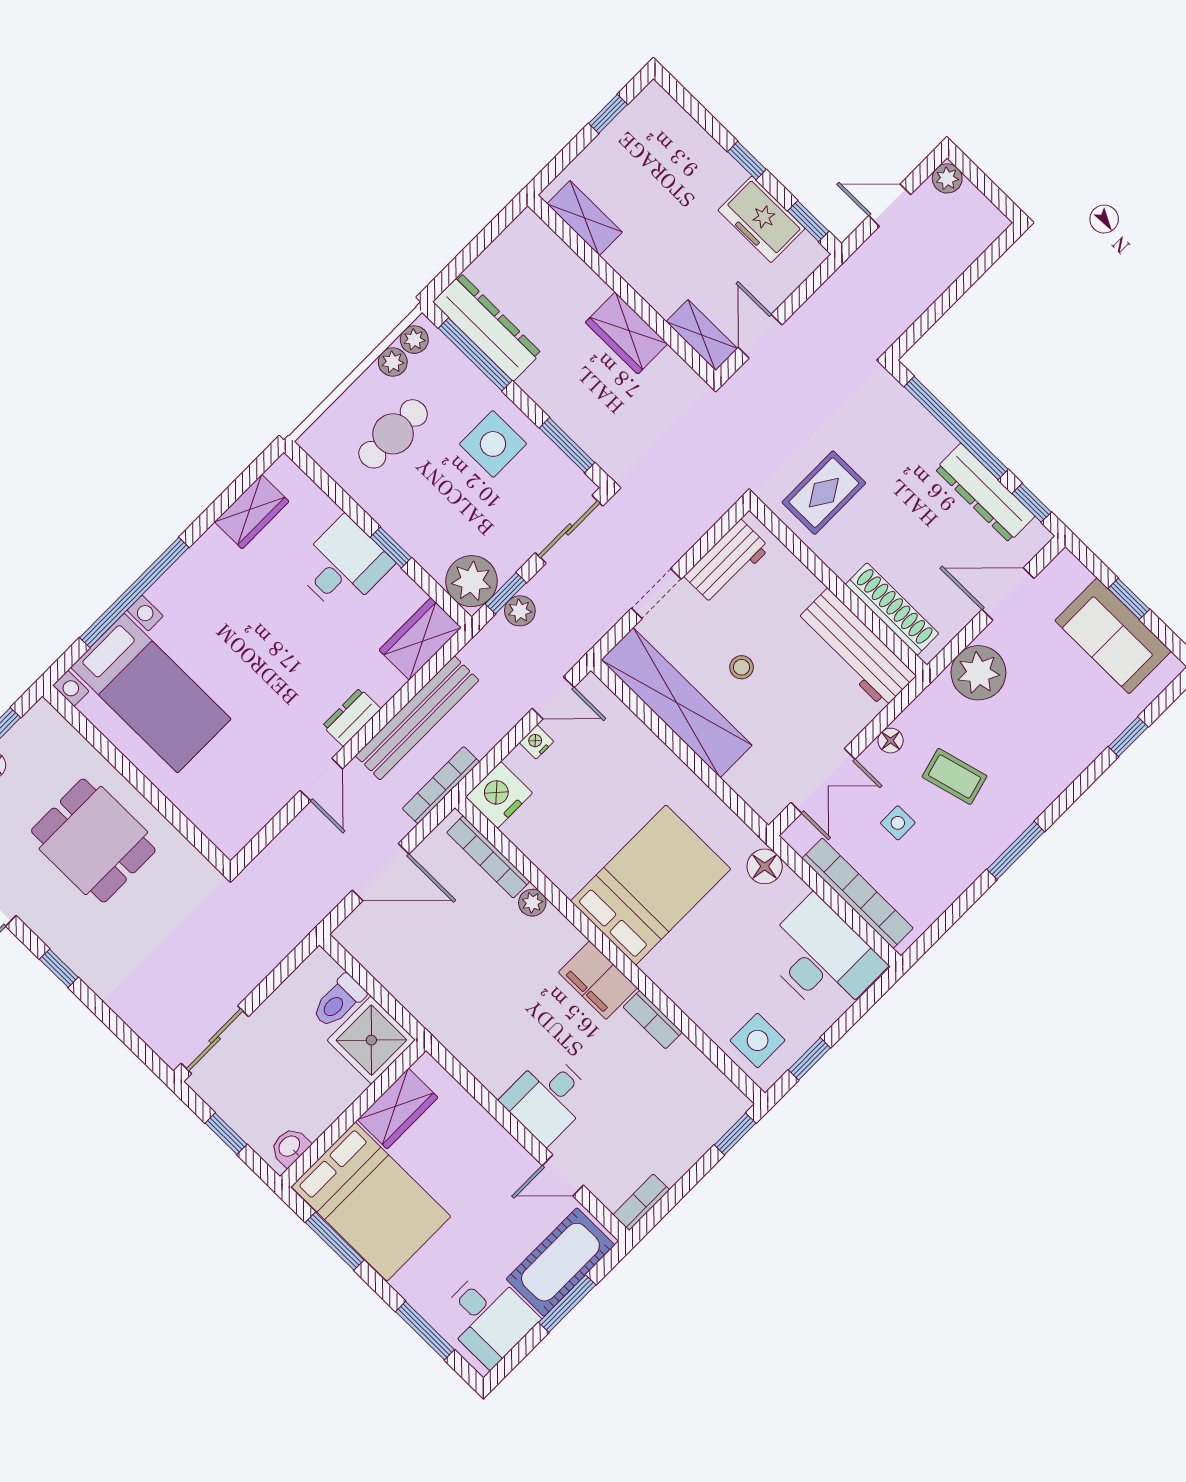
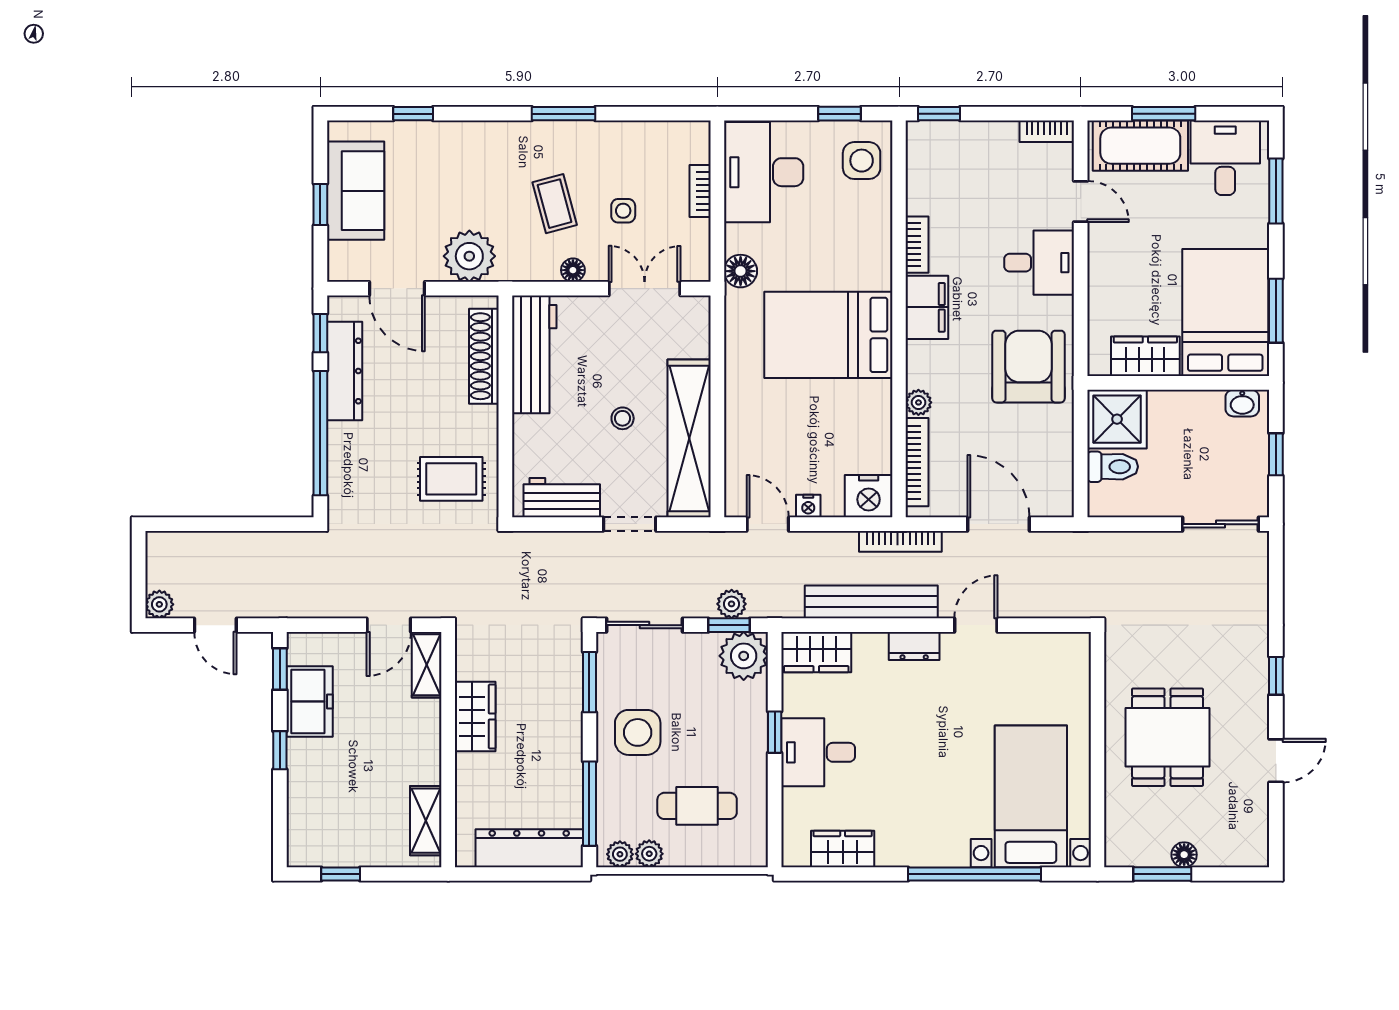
dresser: (487, 327) -> (529, 848), moved, turned 90
bookcase: (858, 893) -> (700, 191), width x0.43, depth x0.76
armchair: (477, 1013) -> (1029, 367), added

